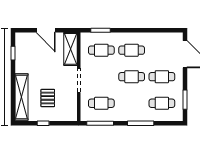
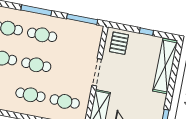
pallet: (48, 98) -> (119, 43), moved
cafe table: (101, 103) -> (42, 35), moved

